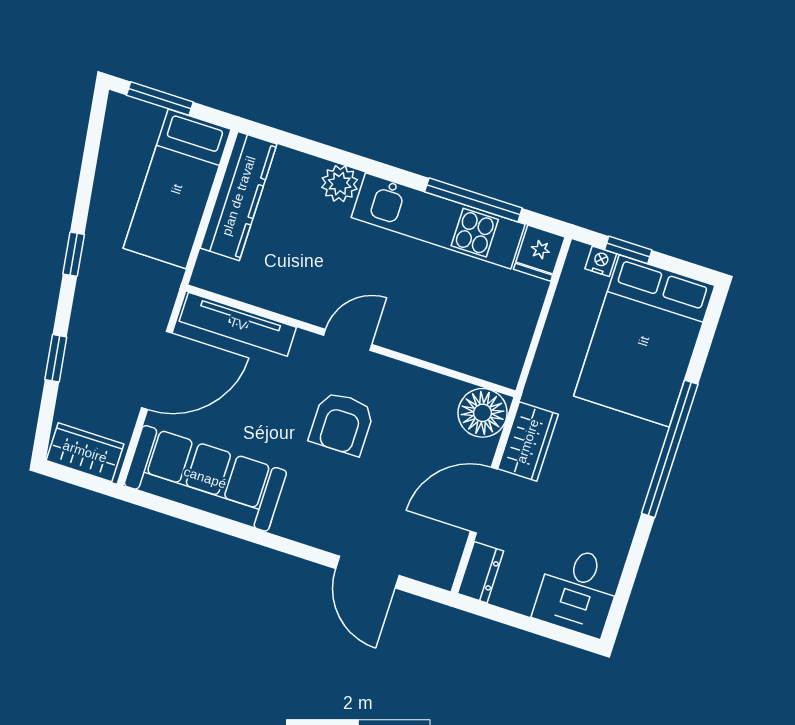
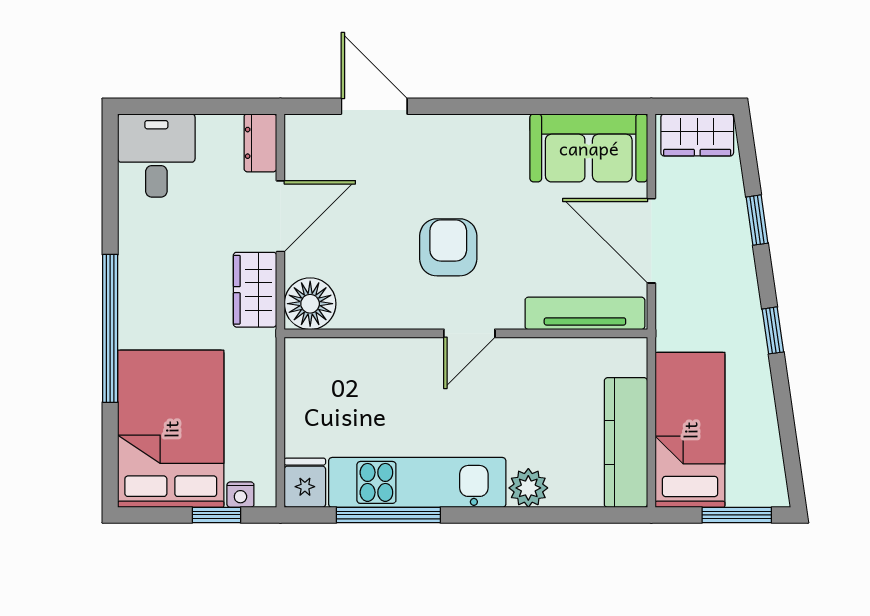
door: (157, 370) -> (651, 241), hinge flipped
sofa: (205, 478) -> (589, 148), width x0.73

